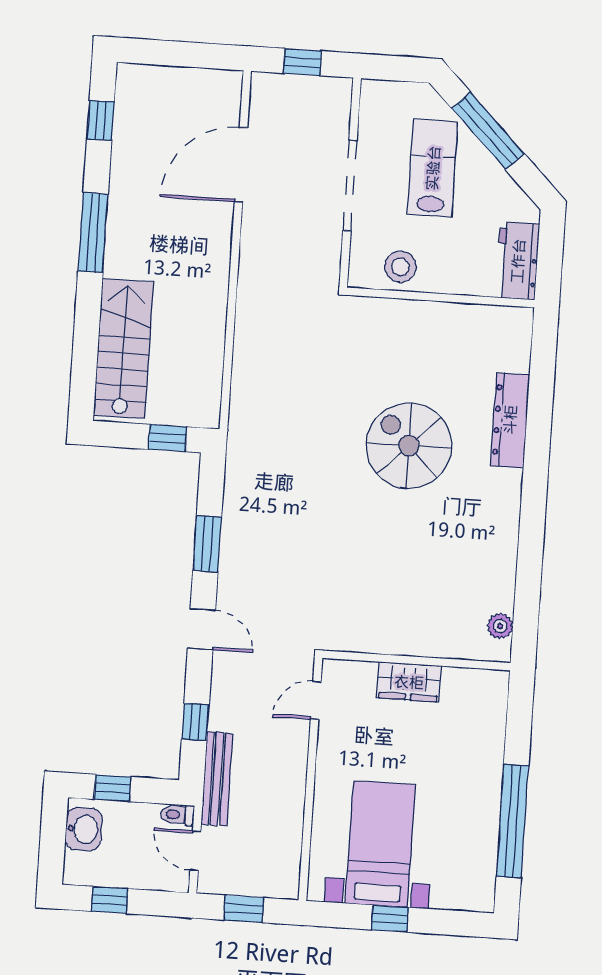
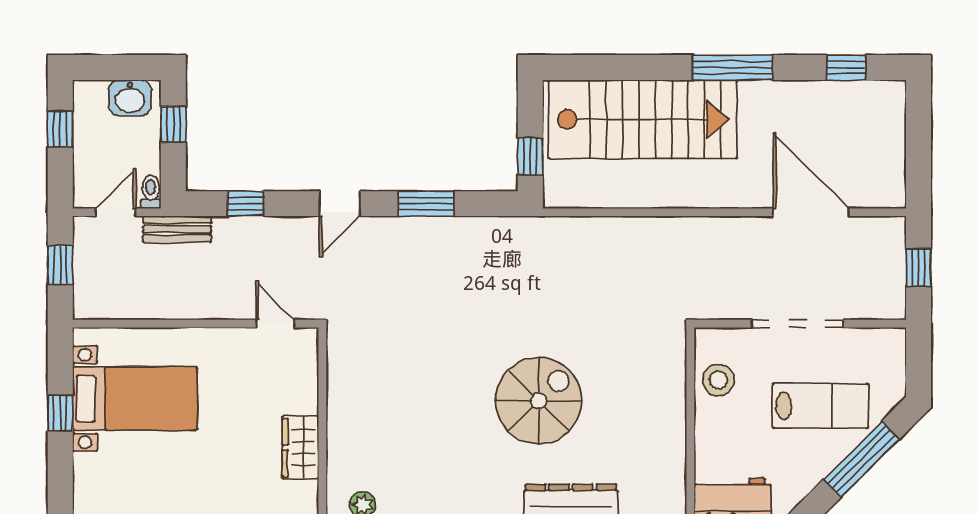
stairs: (124, 349) -> (643, 119), width x1.36, depth x1.51
wardrobe: (409, 682) -> (300, 447), moved
bench: (217, 779) -> (177, 229), width x0.73

